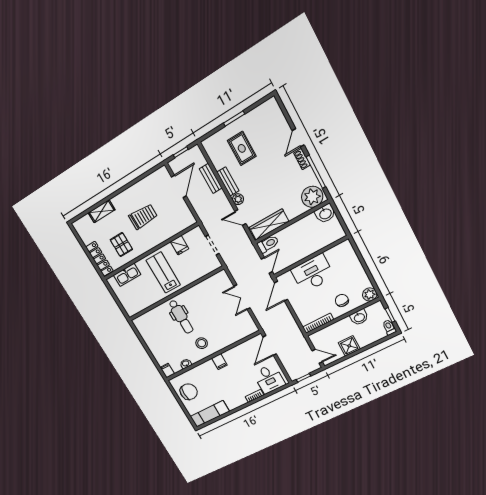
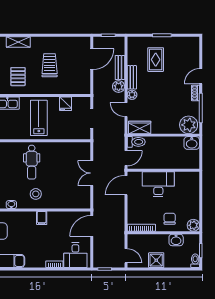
plant: (220, 199) -> (119, 87), added
trolley: (143, 217) -> (50, 65), turned -90
wardrobe: (269, 225) -> (140, 127), width x0.67

